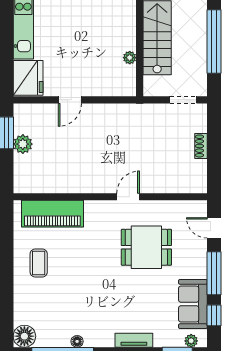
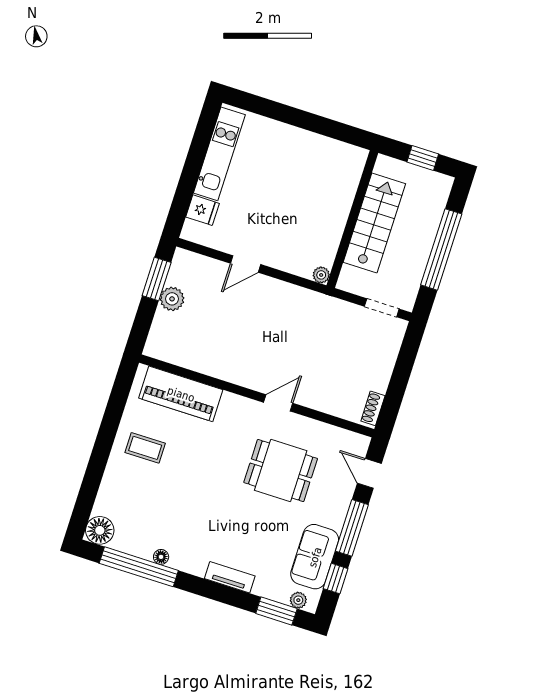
plant: (130, 58) -> (321, 275), moved
fridge: (28, 78) -> (203, 210), width x0.53, depth x0.75
shoe rack: (201, 146) -> (373, 408), moved
coffee table: (39, 263) -> (145, 448), turned 90

